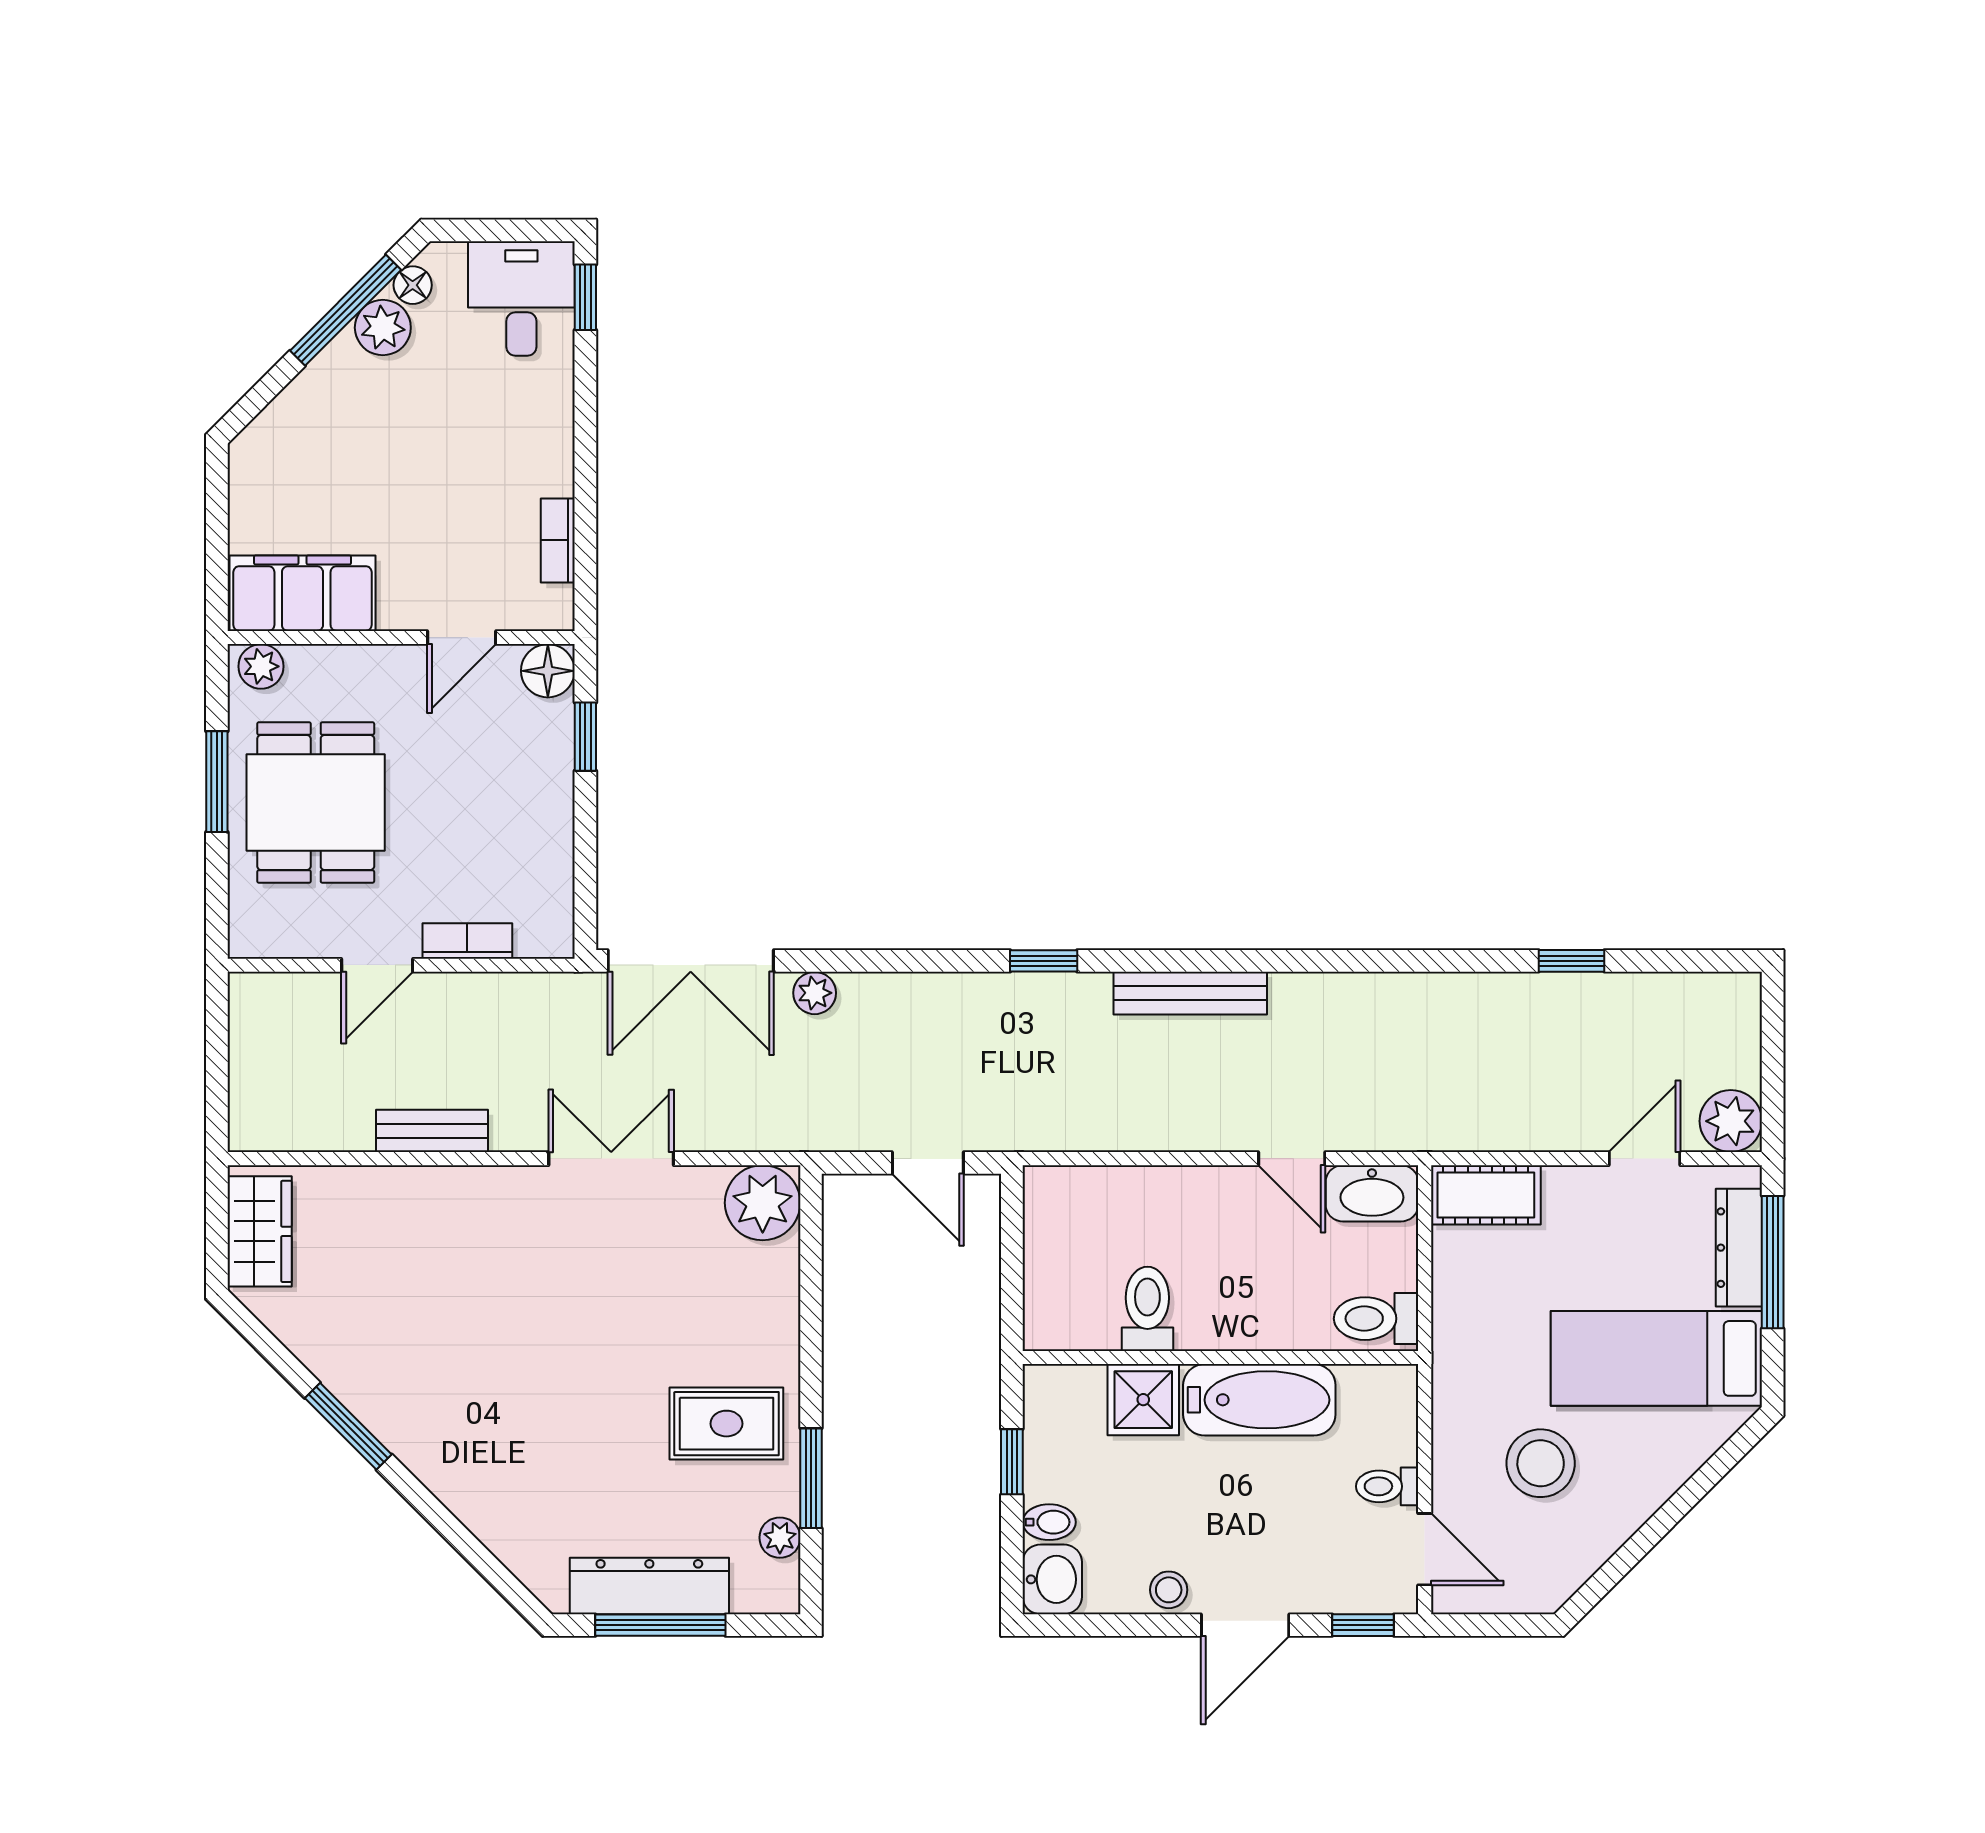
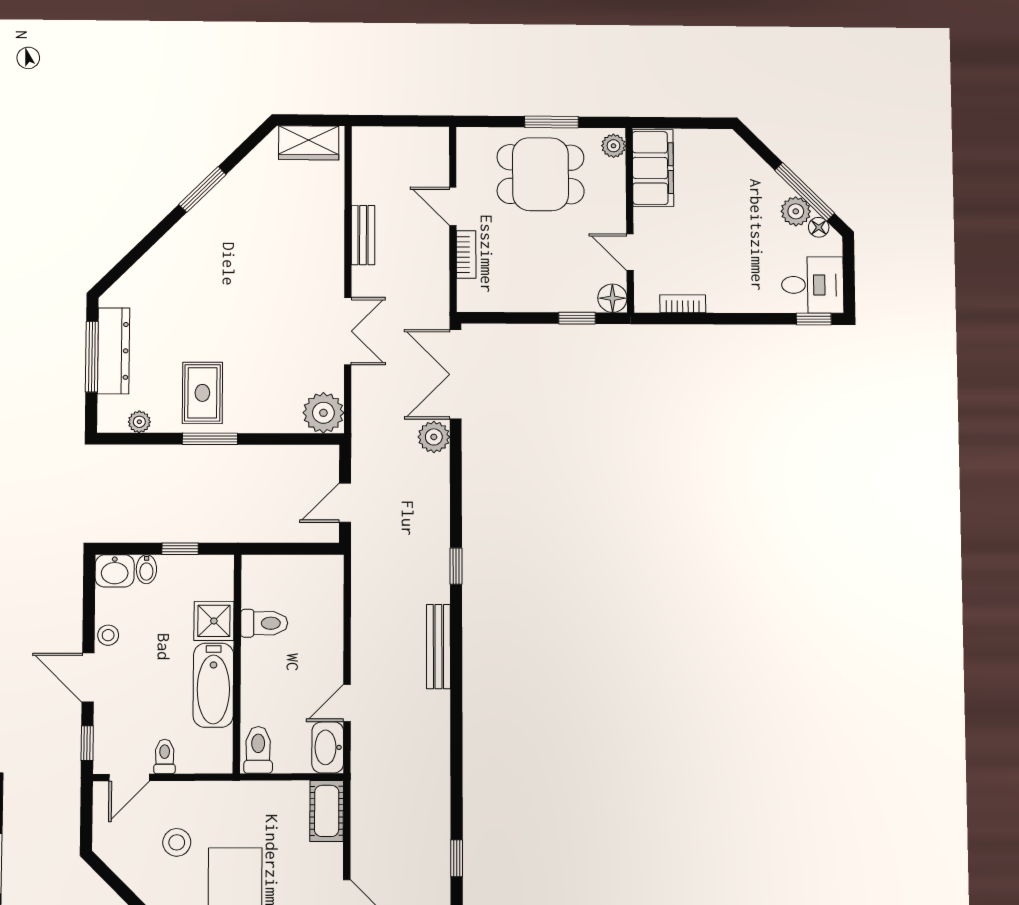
plant: (815, 993) -> (434, 437), width x1.38, depth x1.38
stool: (1541, 1463) -> (177, 842), width x0.73, depth x0.73
window: (811, 1478) -> (210, 439), moved

